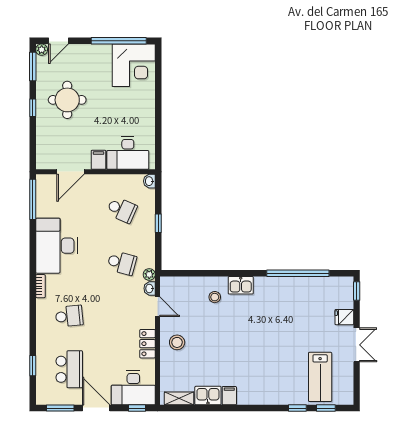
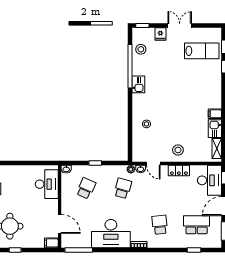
filing cabinet: (99, 160) -> (51, 243), moved
kitchen sink: (241, 285) -> (138, 84), moved
stool: (322, 289) -> (141, 49), added
door: (157, 307) -> (153, 164), swing flipped

